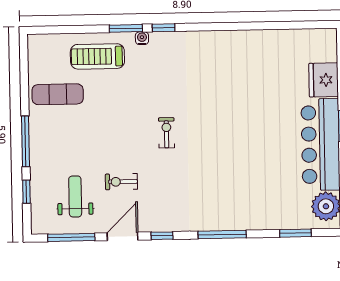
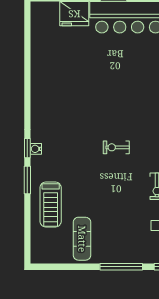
water cooler: (142, 38) -> (36, 149), moved

